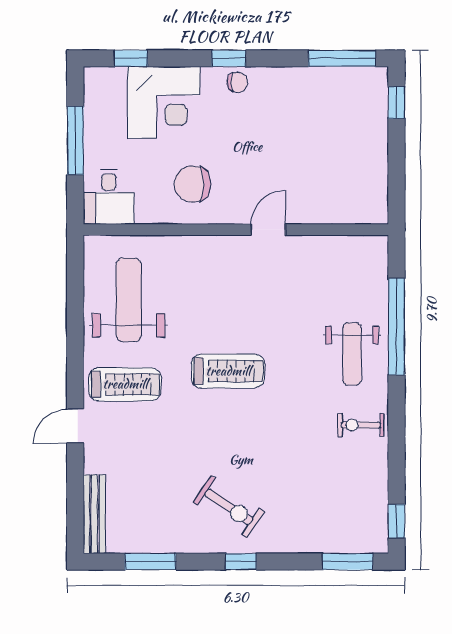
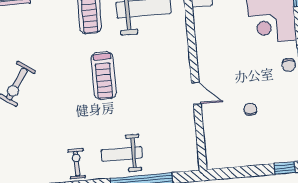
chair: (193, 184) -> (250, 109), moved, width x0.54, depth x0.54

